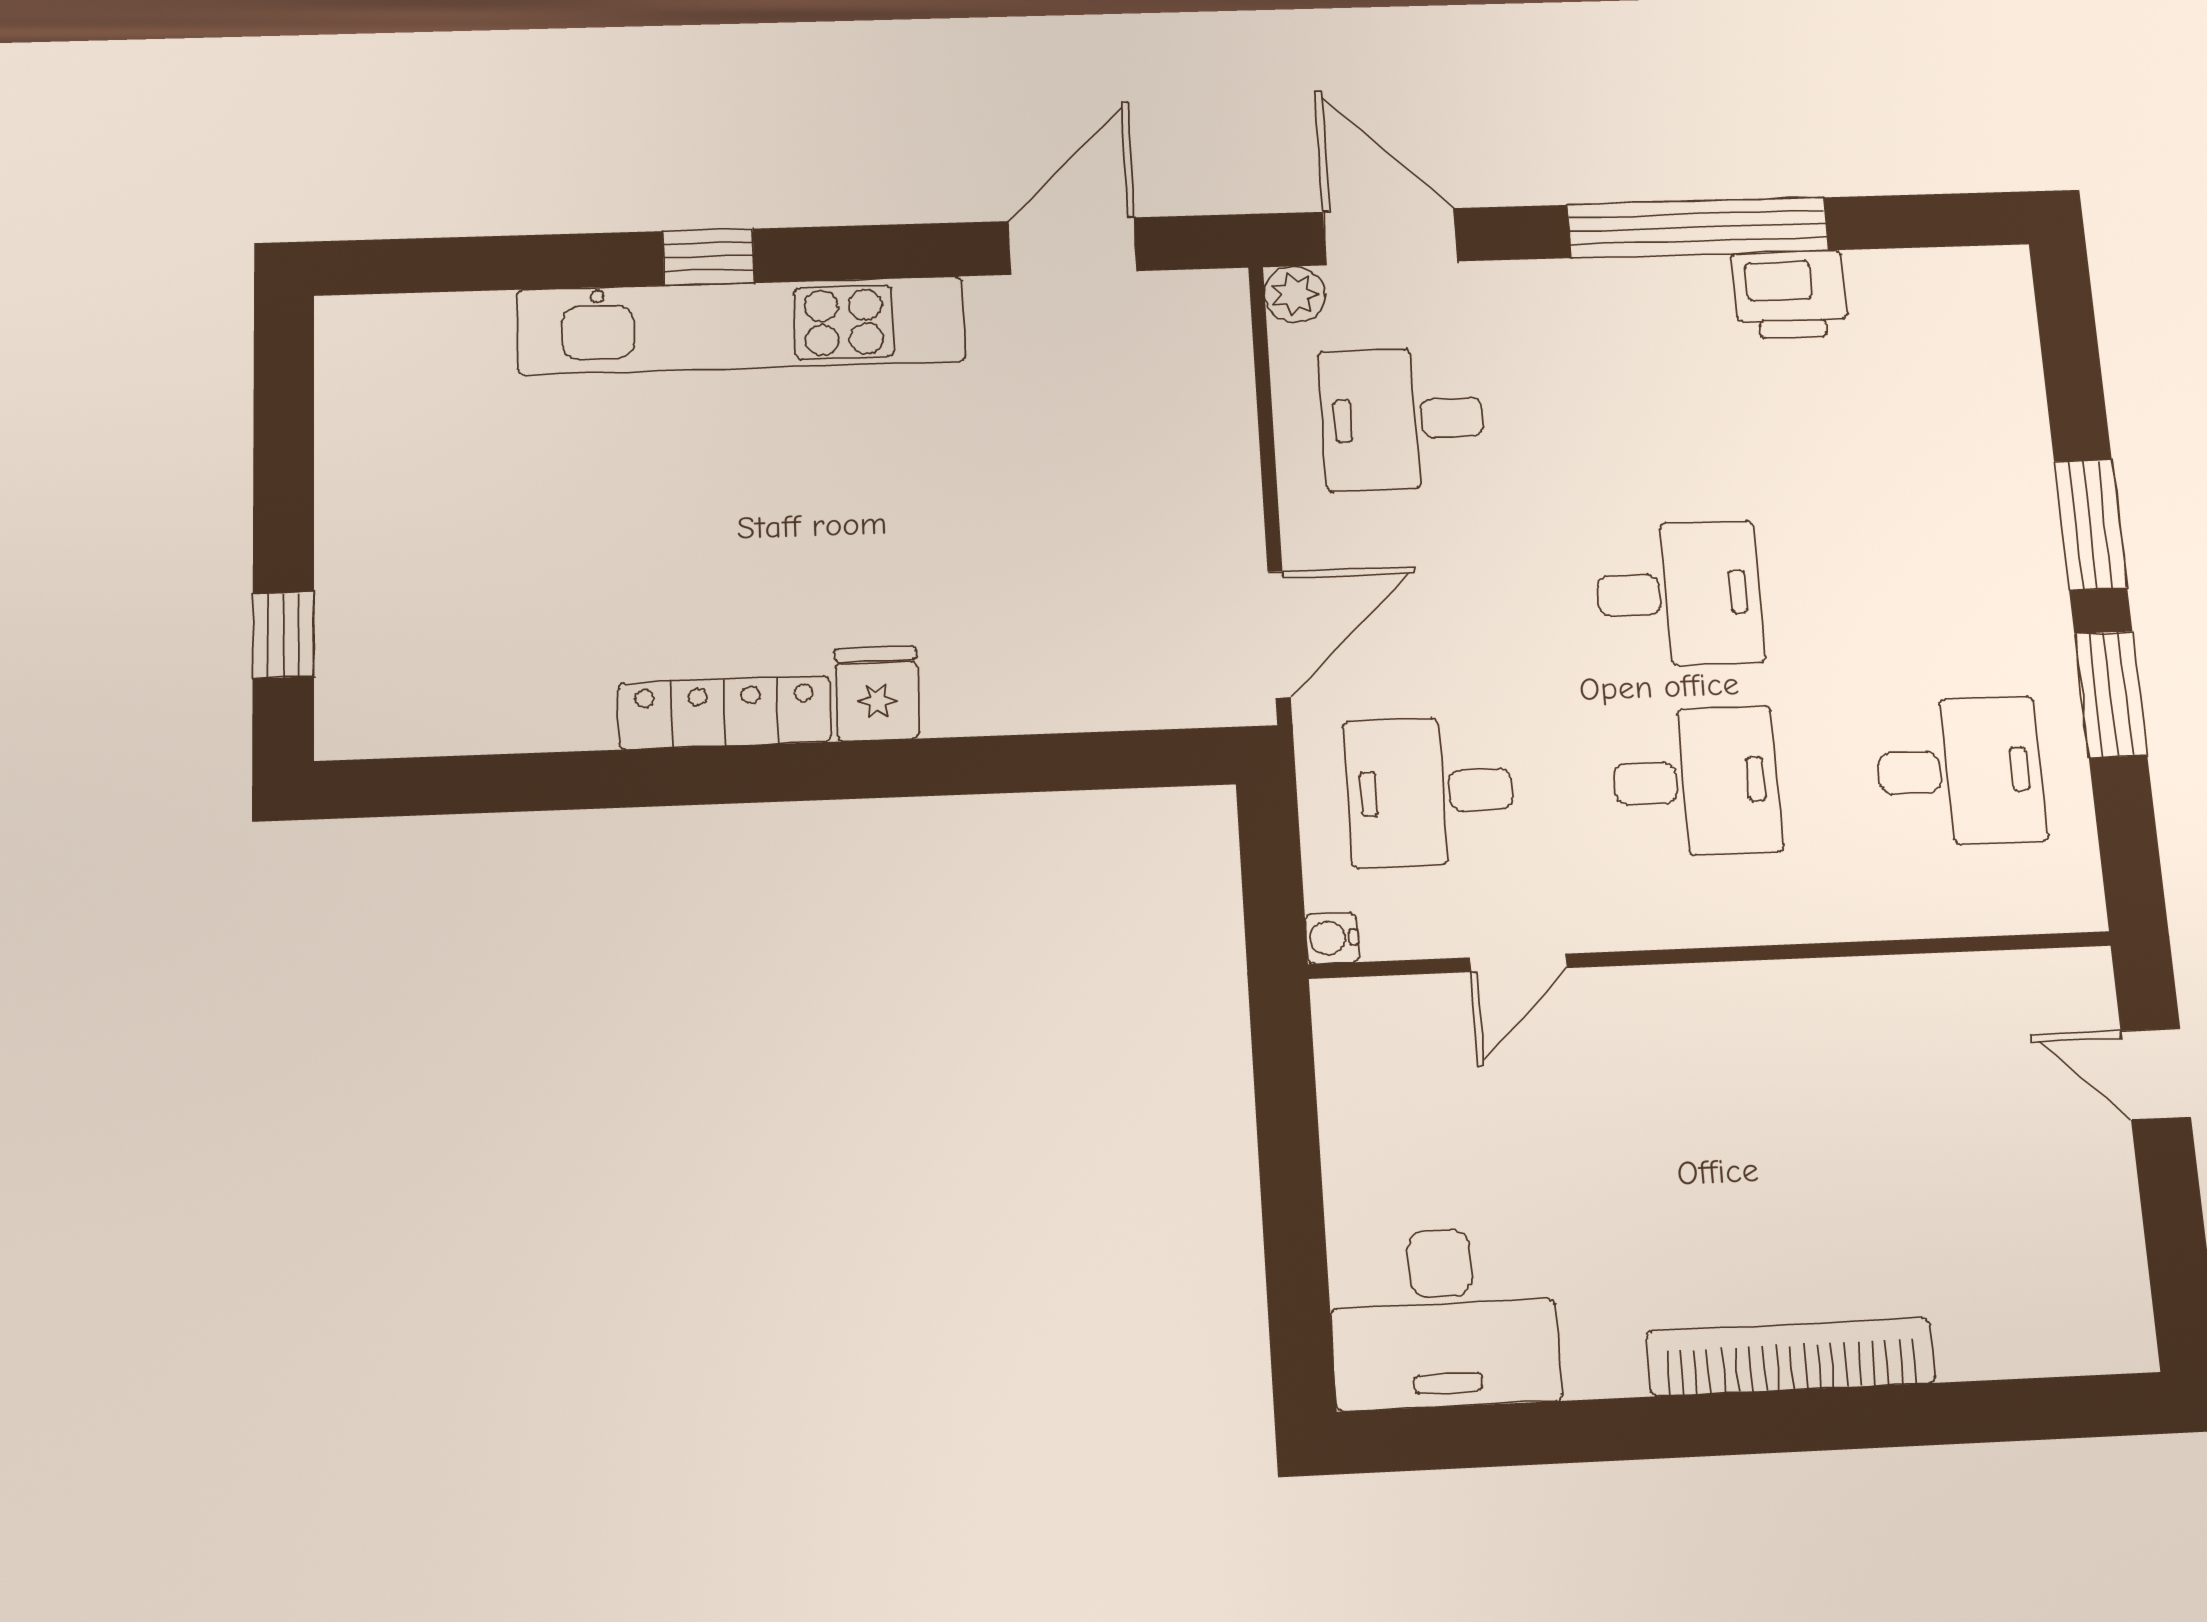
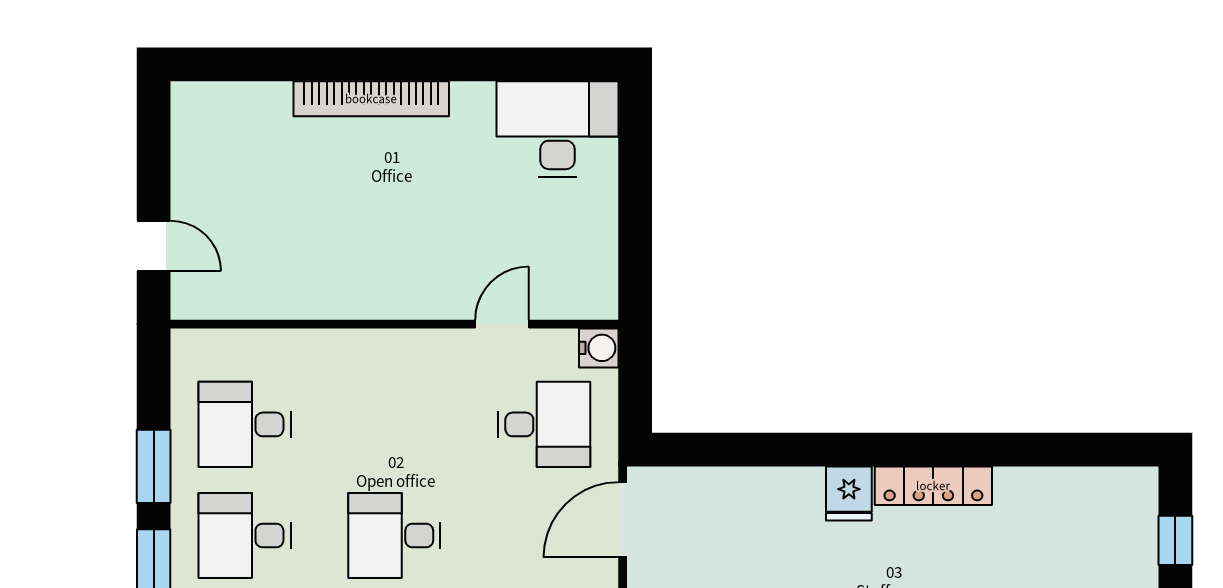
desk: (1696, 781) -> (245, 536), moved
water cooler: (1332, 938) -> (599, 348), width x1.38, depth x1.38

